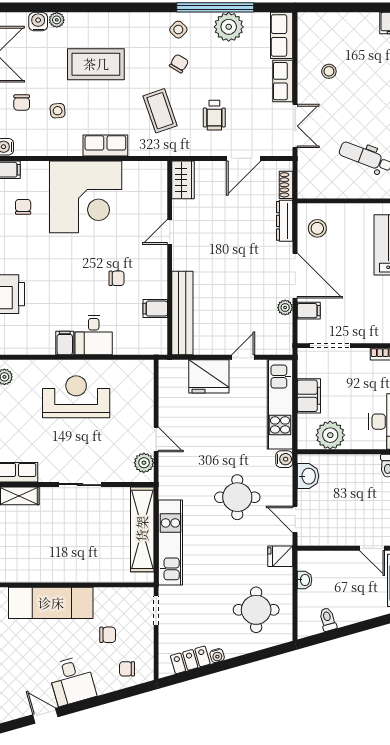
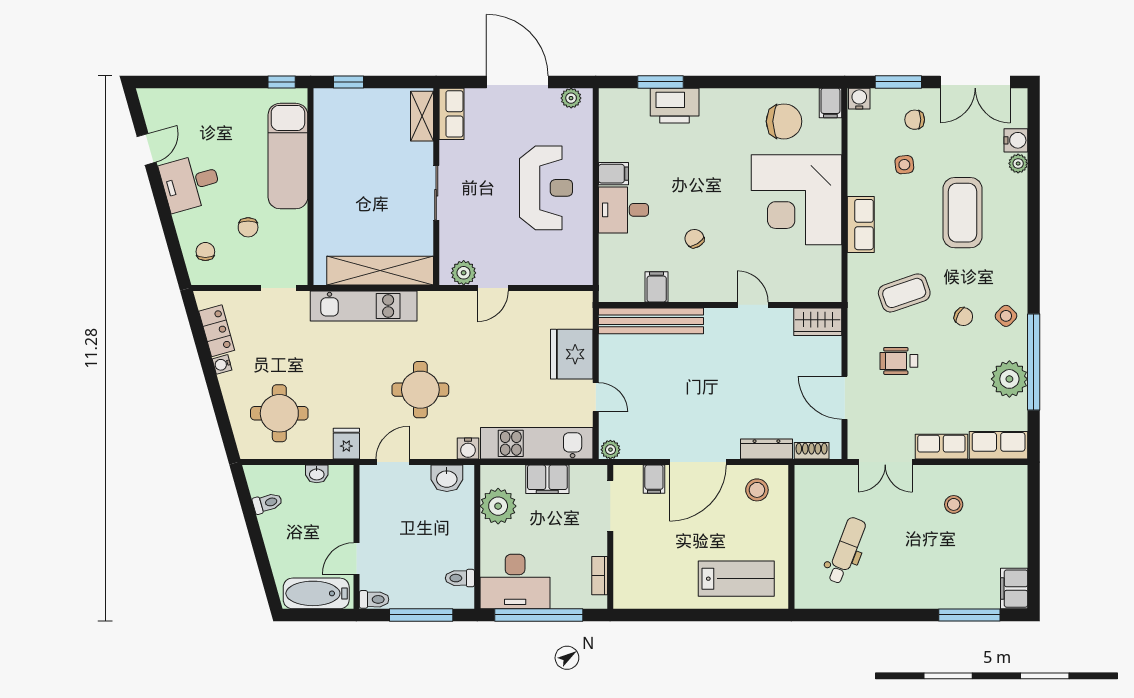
chair: (23, 207) -> (784, 121), width x1.87, depth x1.87
chair: (117, 278) -> (694, 239), turned 149
plant: (285, 308) -> (610, 450), moved

